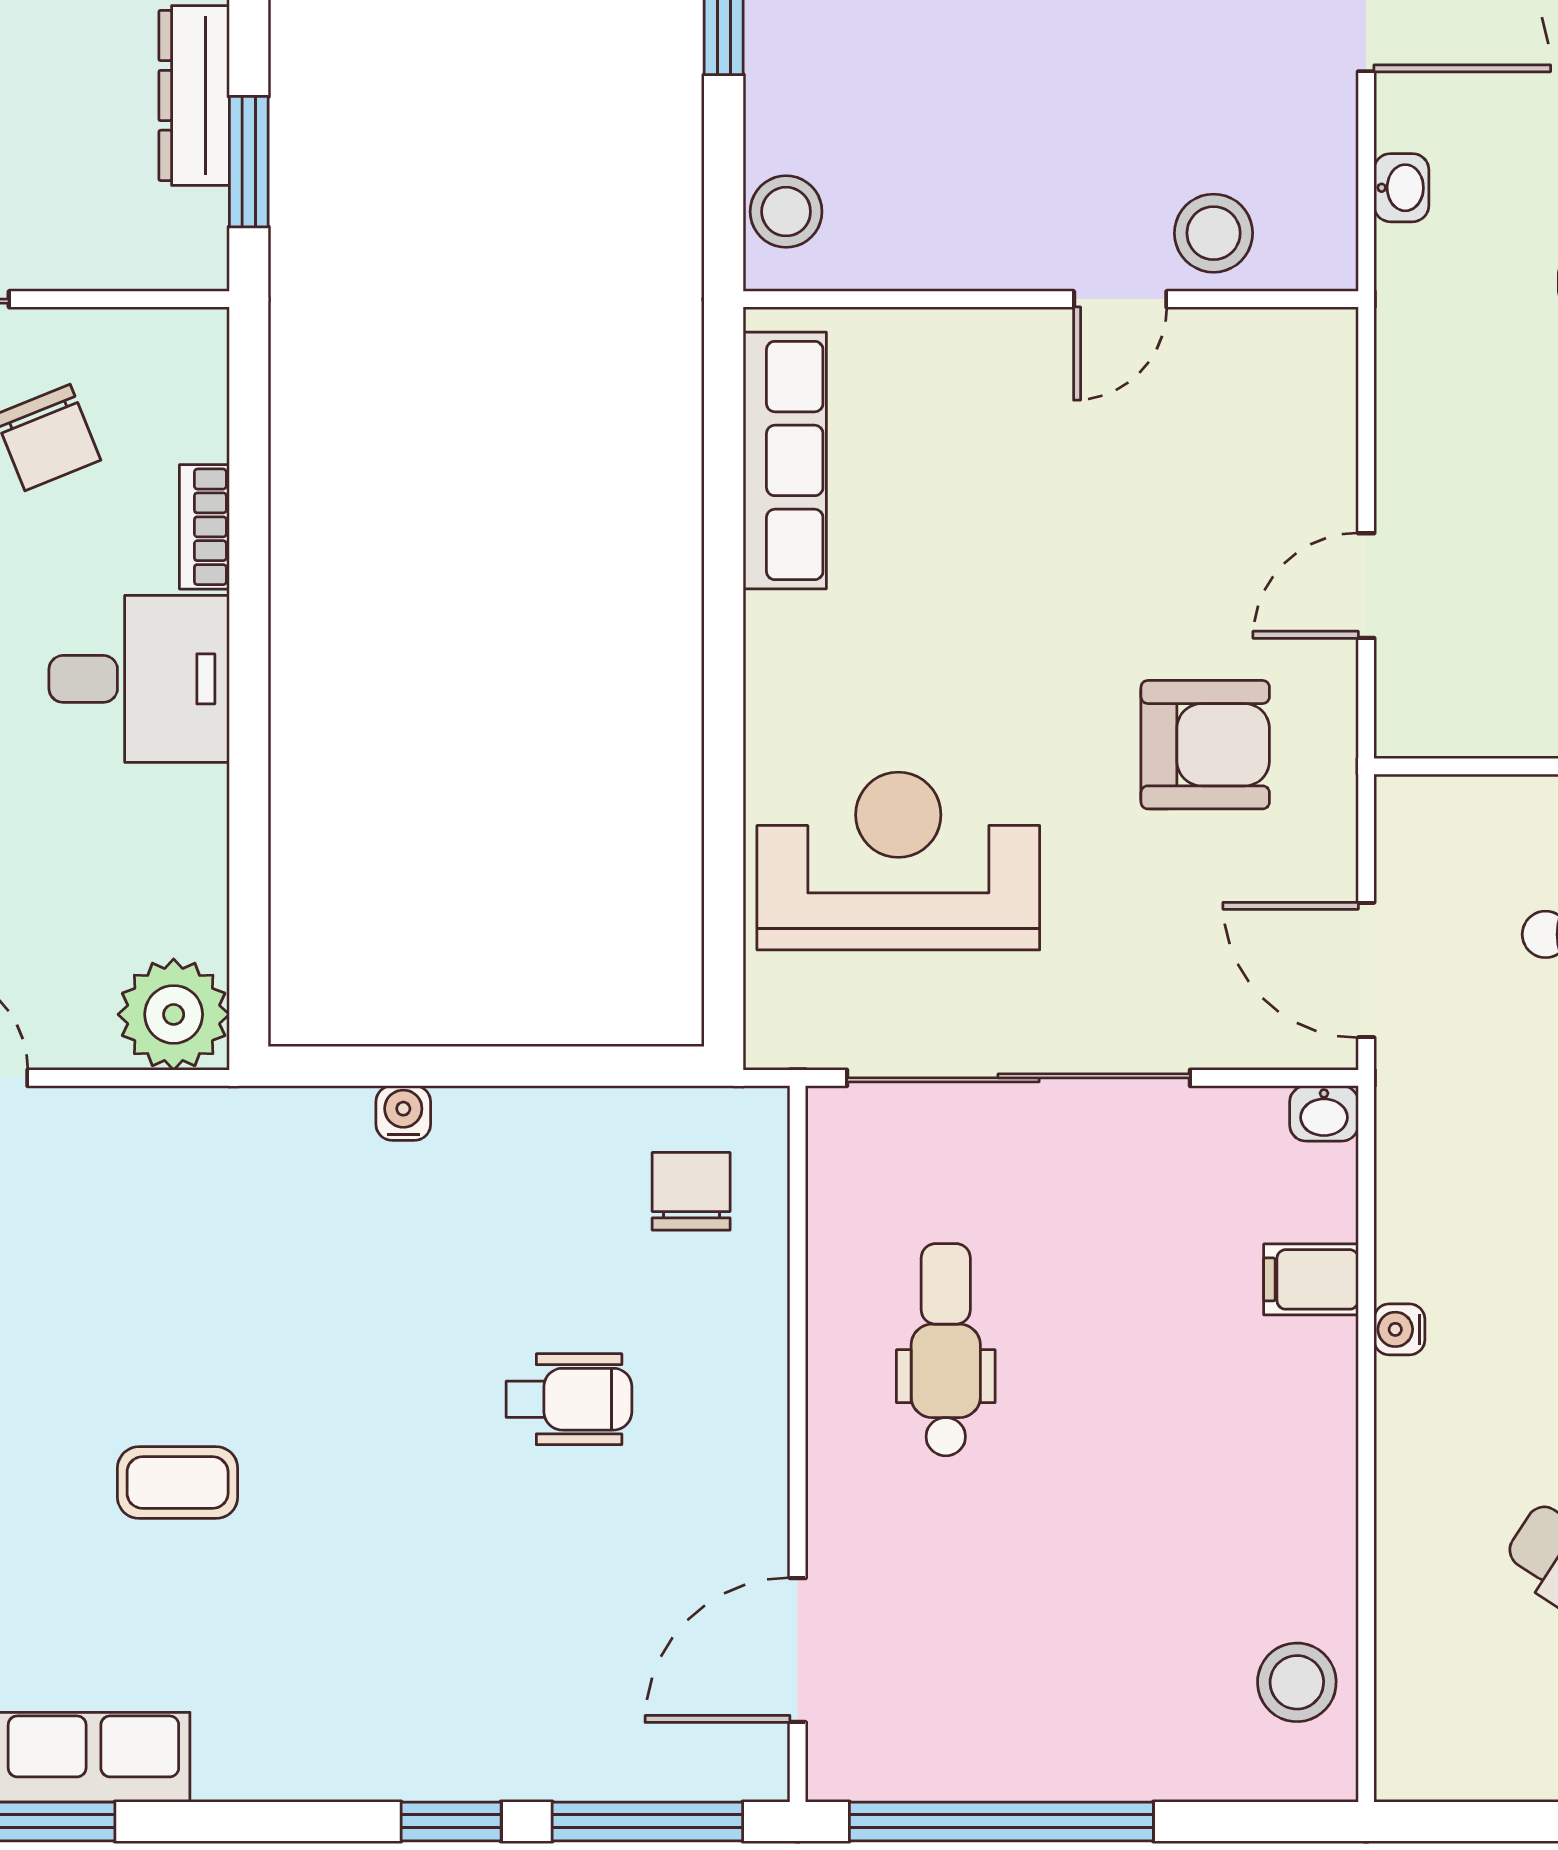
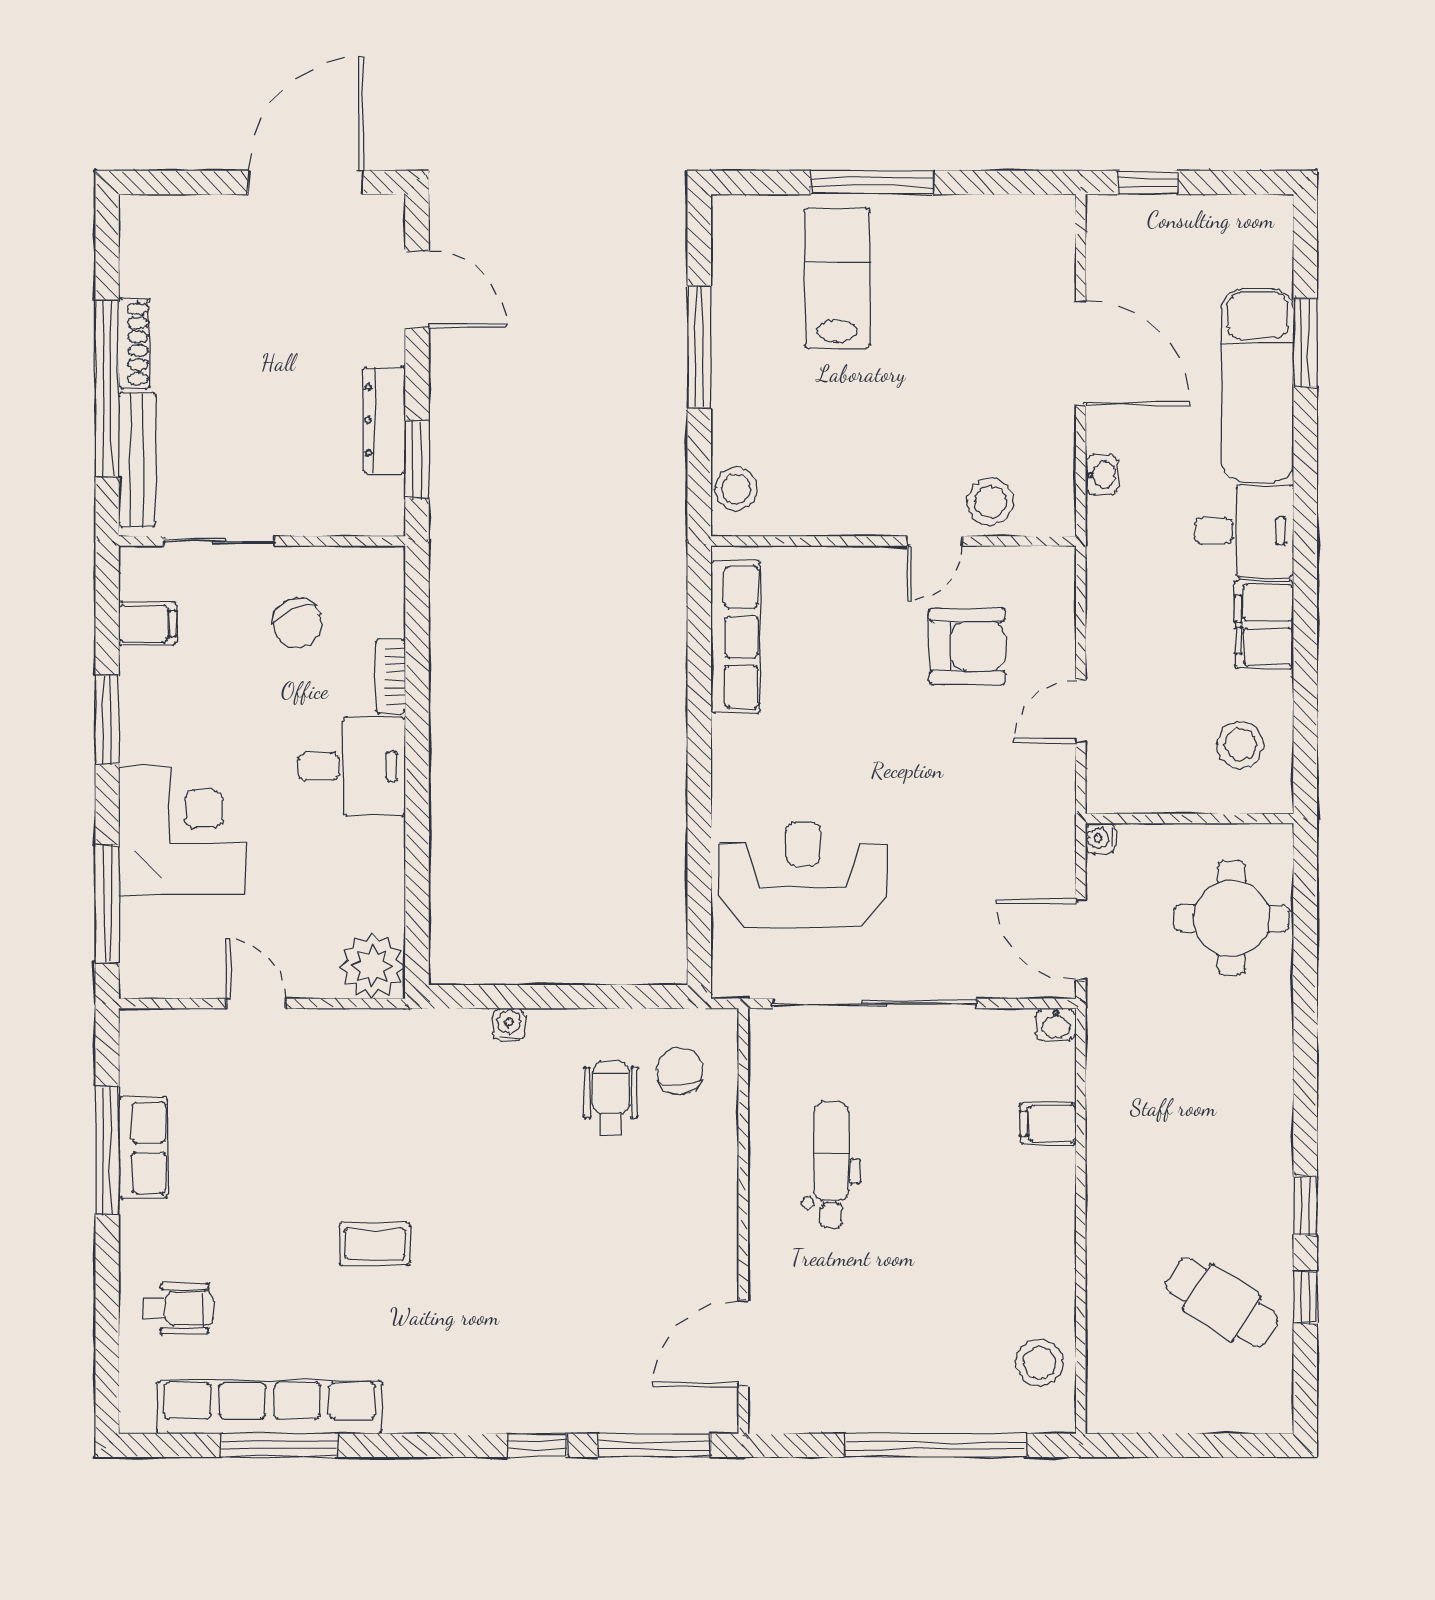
armchair: (1205, 745) -> (967, 646), moved
water cooler: (1399, 1329) -> (1101, 838), moved
wheelchair: (569, 1399) -> (611, 1099), moved, turned -90
window: (1001, 1821) -> (936, 1445), moved

